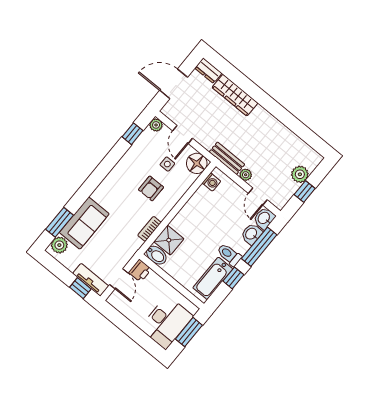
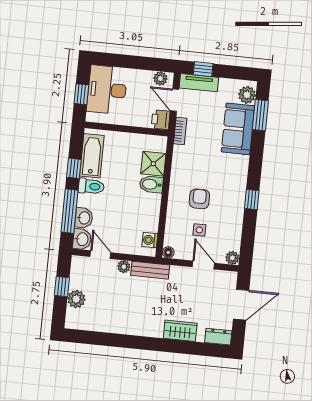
wardrobe: (235, 95) -> (180, 331), width x0.67
window: (132, 134) -> (252, 200), moved
floor lamp: (197, 163) -> (168, 252), width x0.53, depth x0.53
bookcase: (149, 229) -> (180, 131), moved
bidet: (156, 255) -> (151, 184), moved
plant: (119, 303) -> (160, 78), added
window: (189, 332) -> (81, 94), width x0.67

